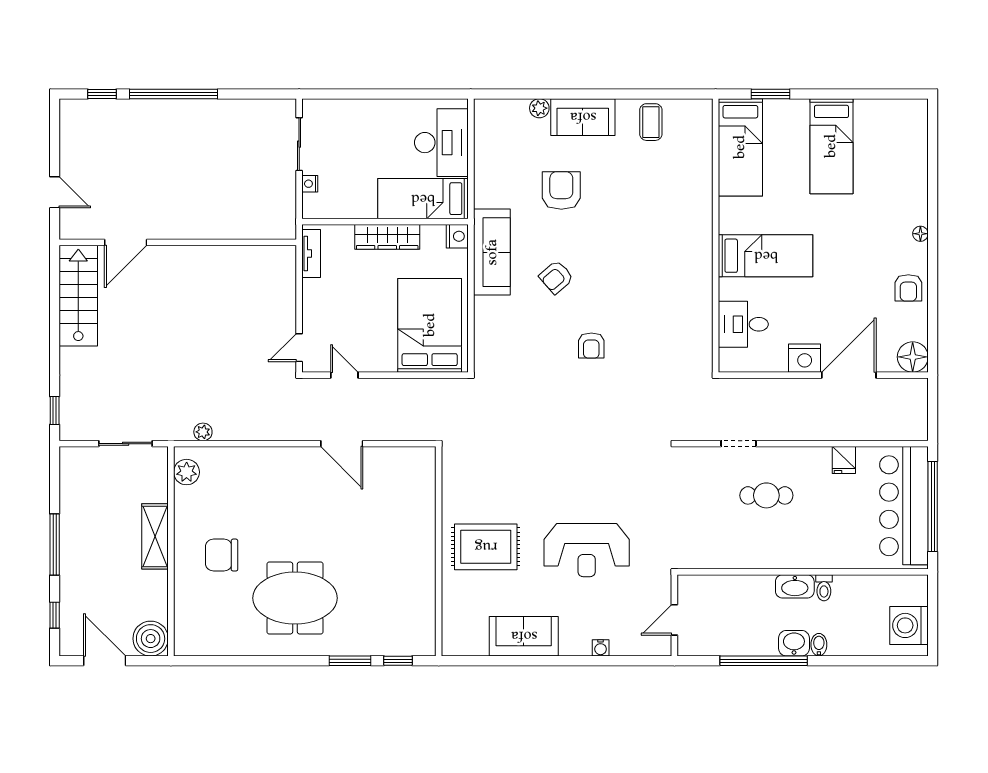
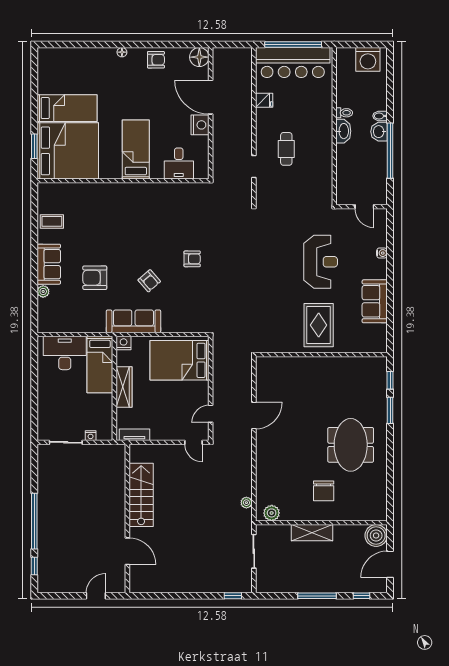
bed: (740, 147) -> (68, 151), width x2.04
stairs: (78, 296) -> (141, 495), moved, turned 90

